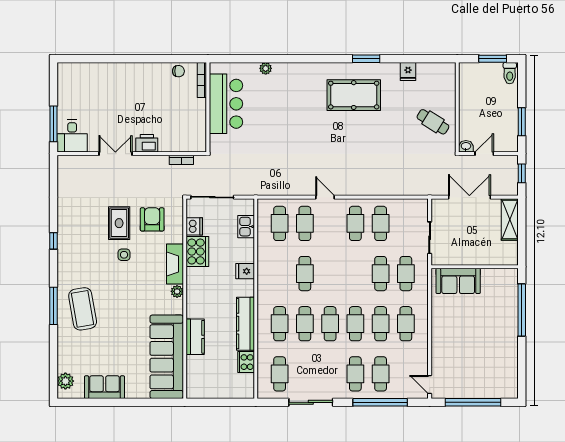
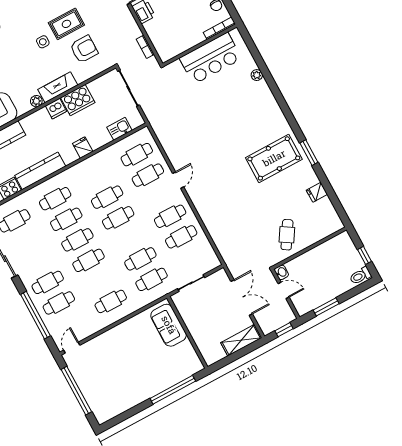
window: (493, 59) -> (364, 255), width x0.67
pool table: (354, 95) -> (274, 158), turned 90
dishwasher: (194, 226) -> (56, 109), moved
cafe table: (381, 324) -> (118, 218), moved

